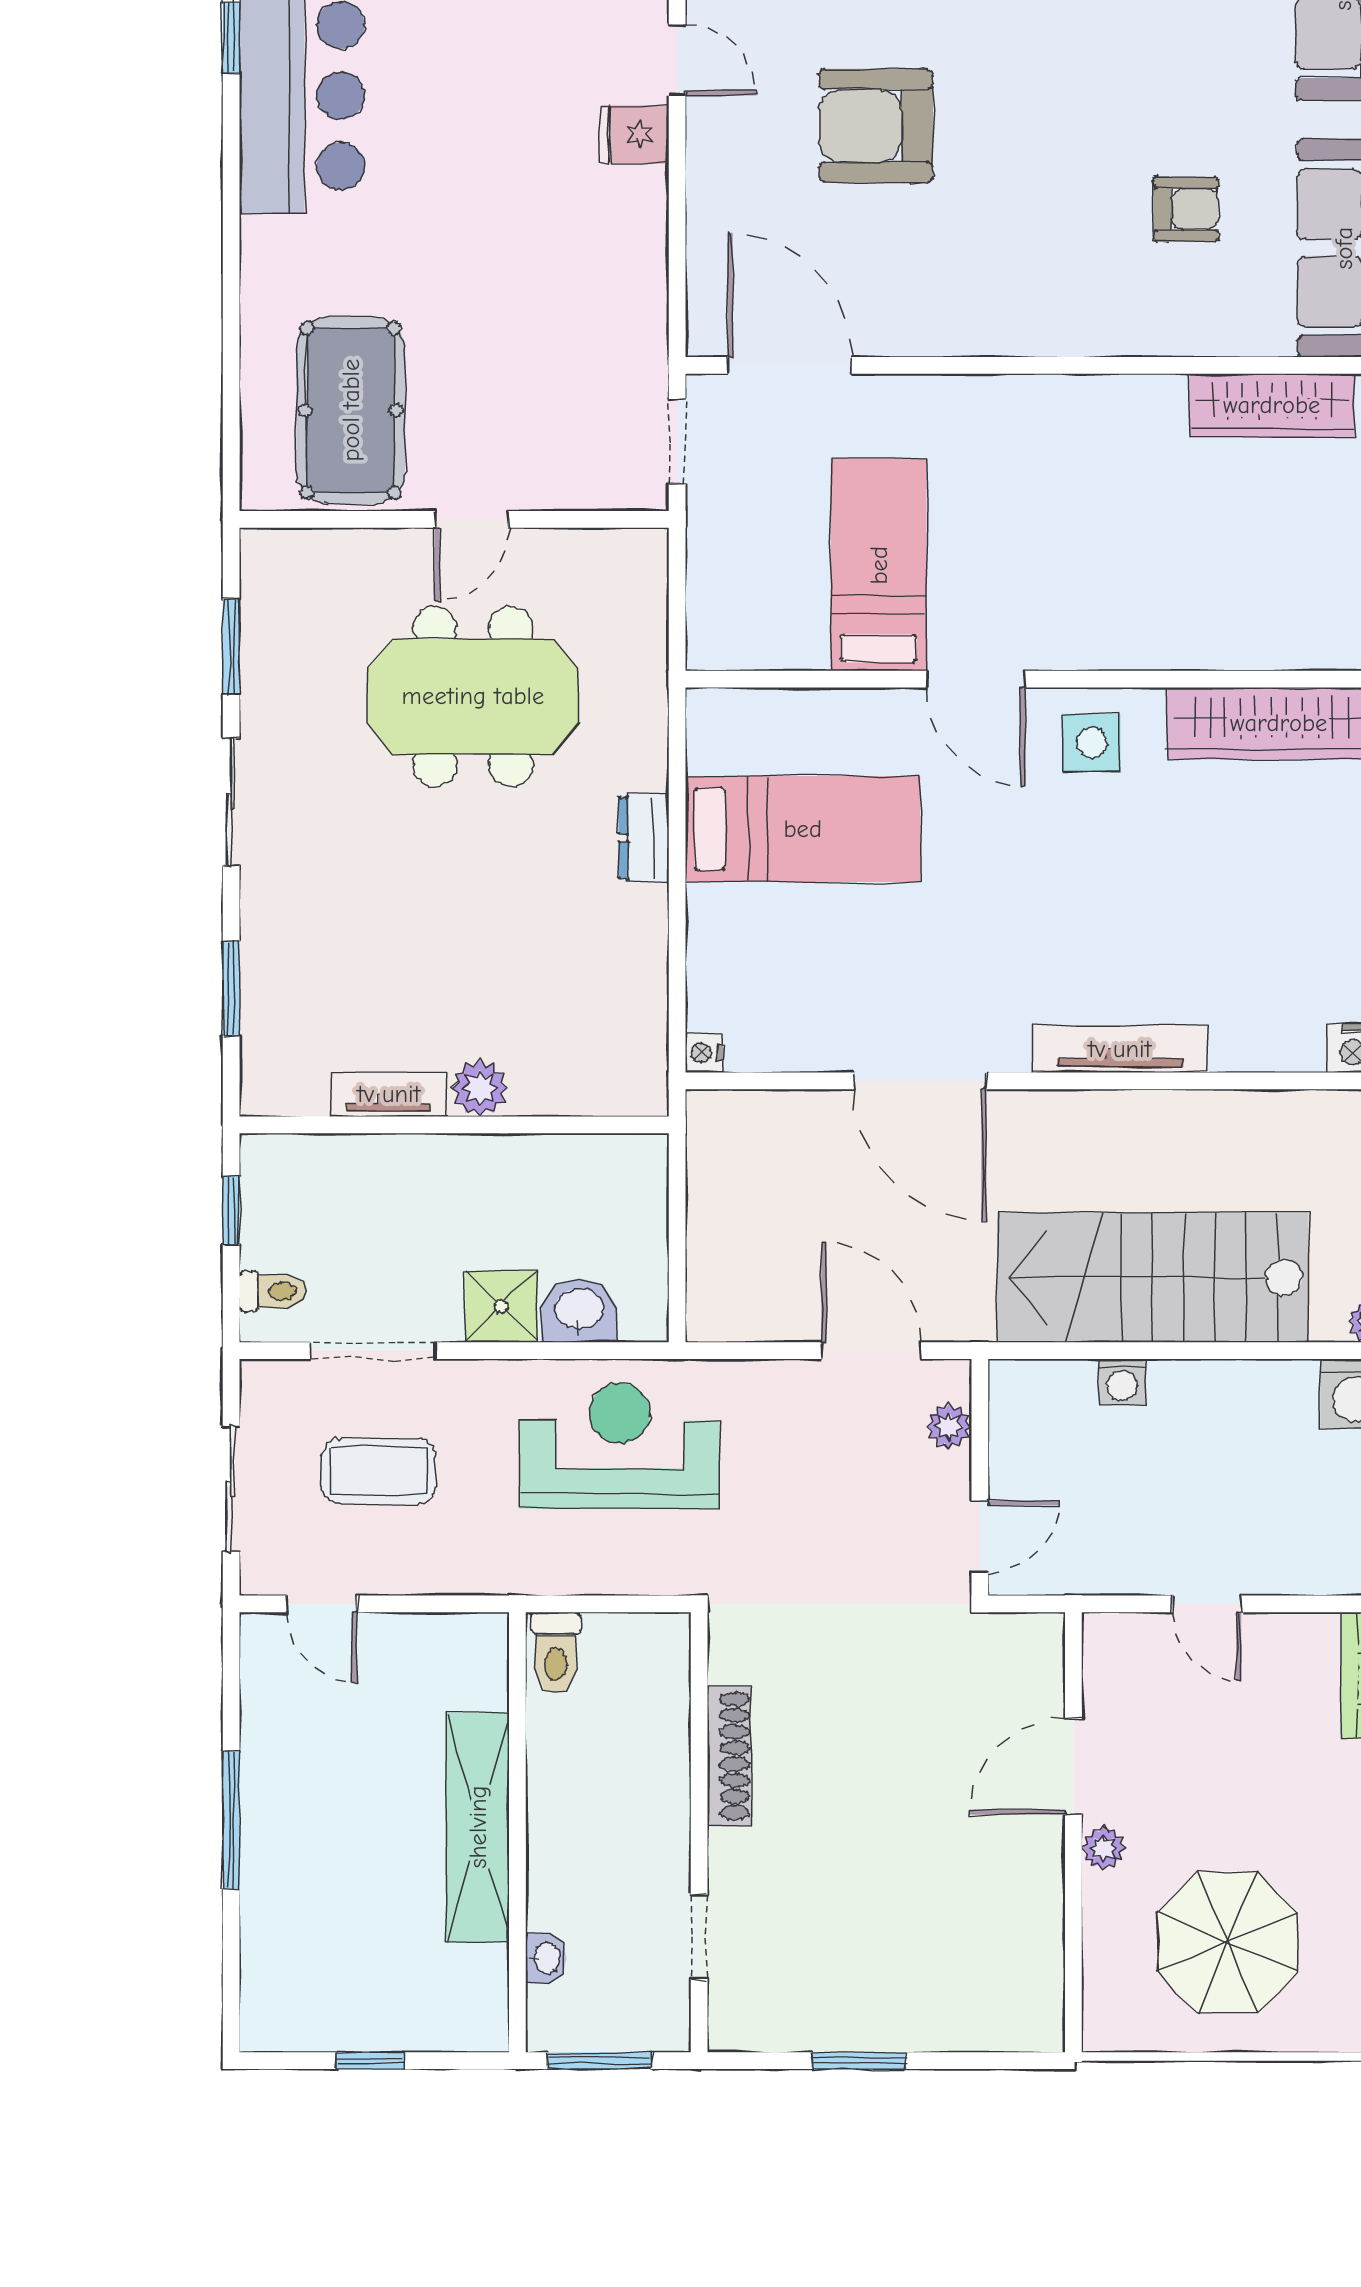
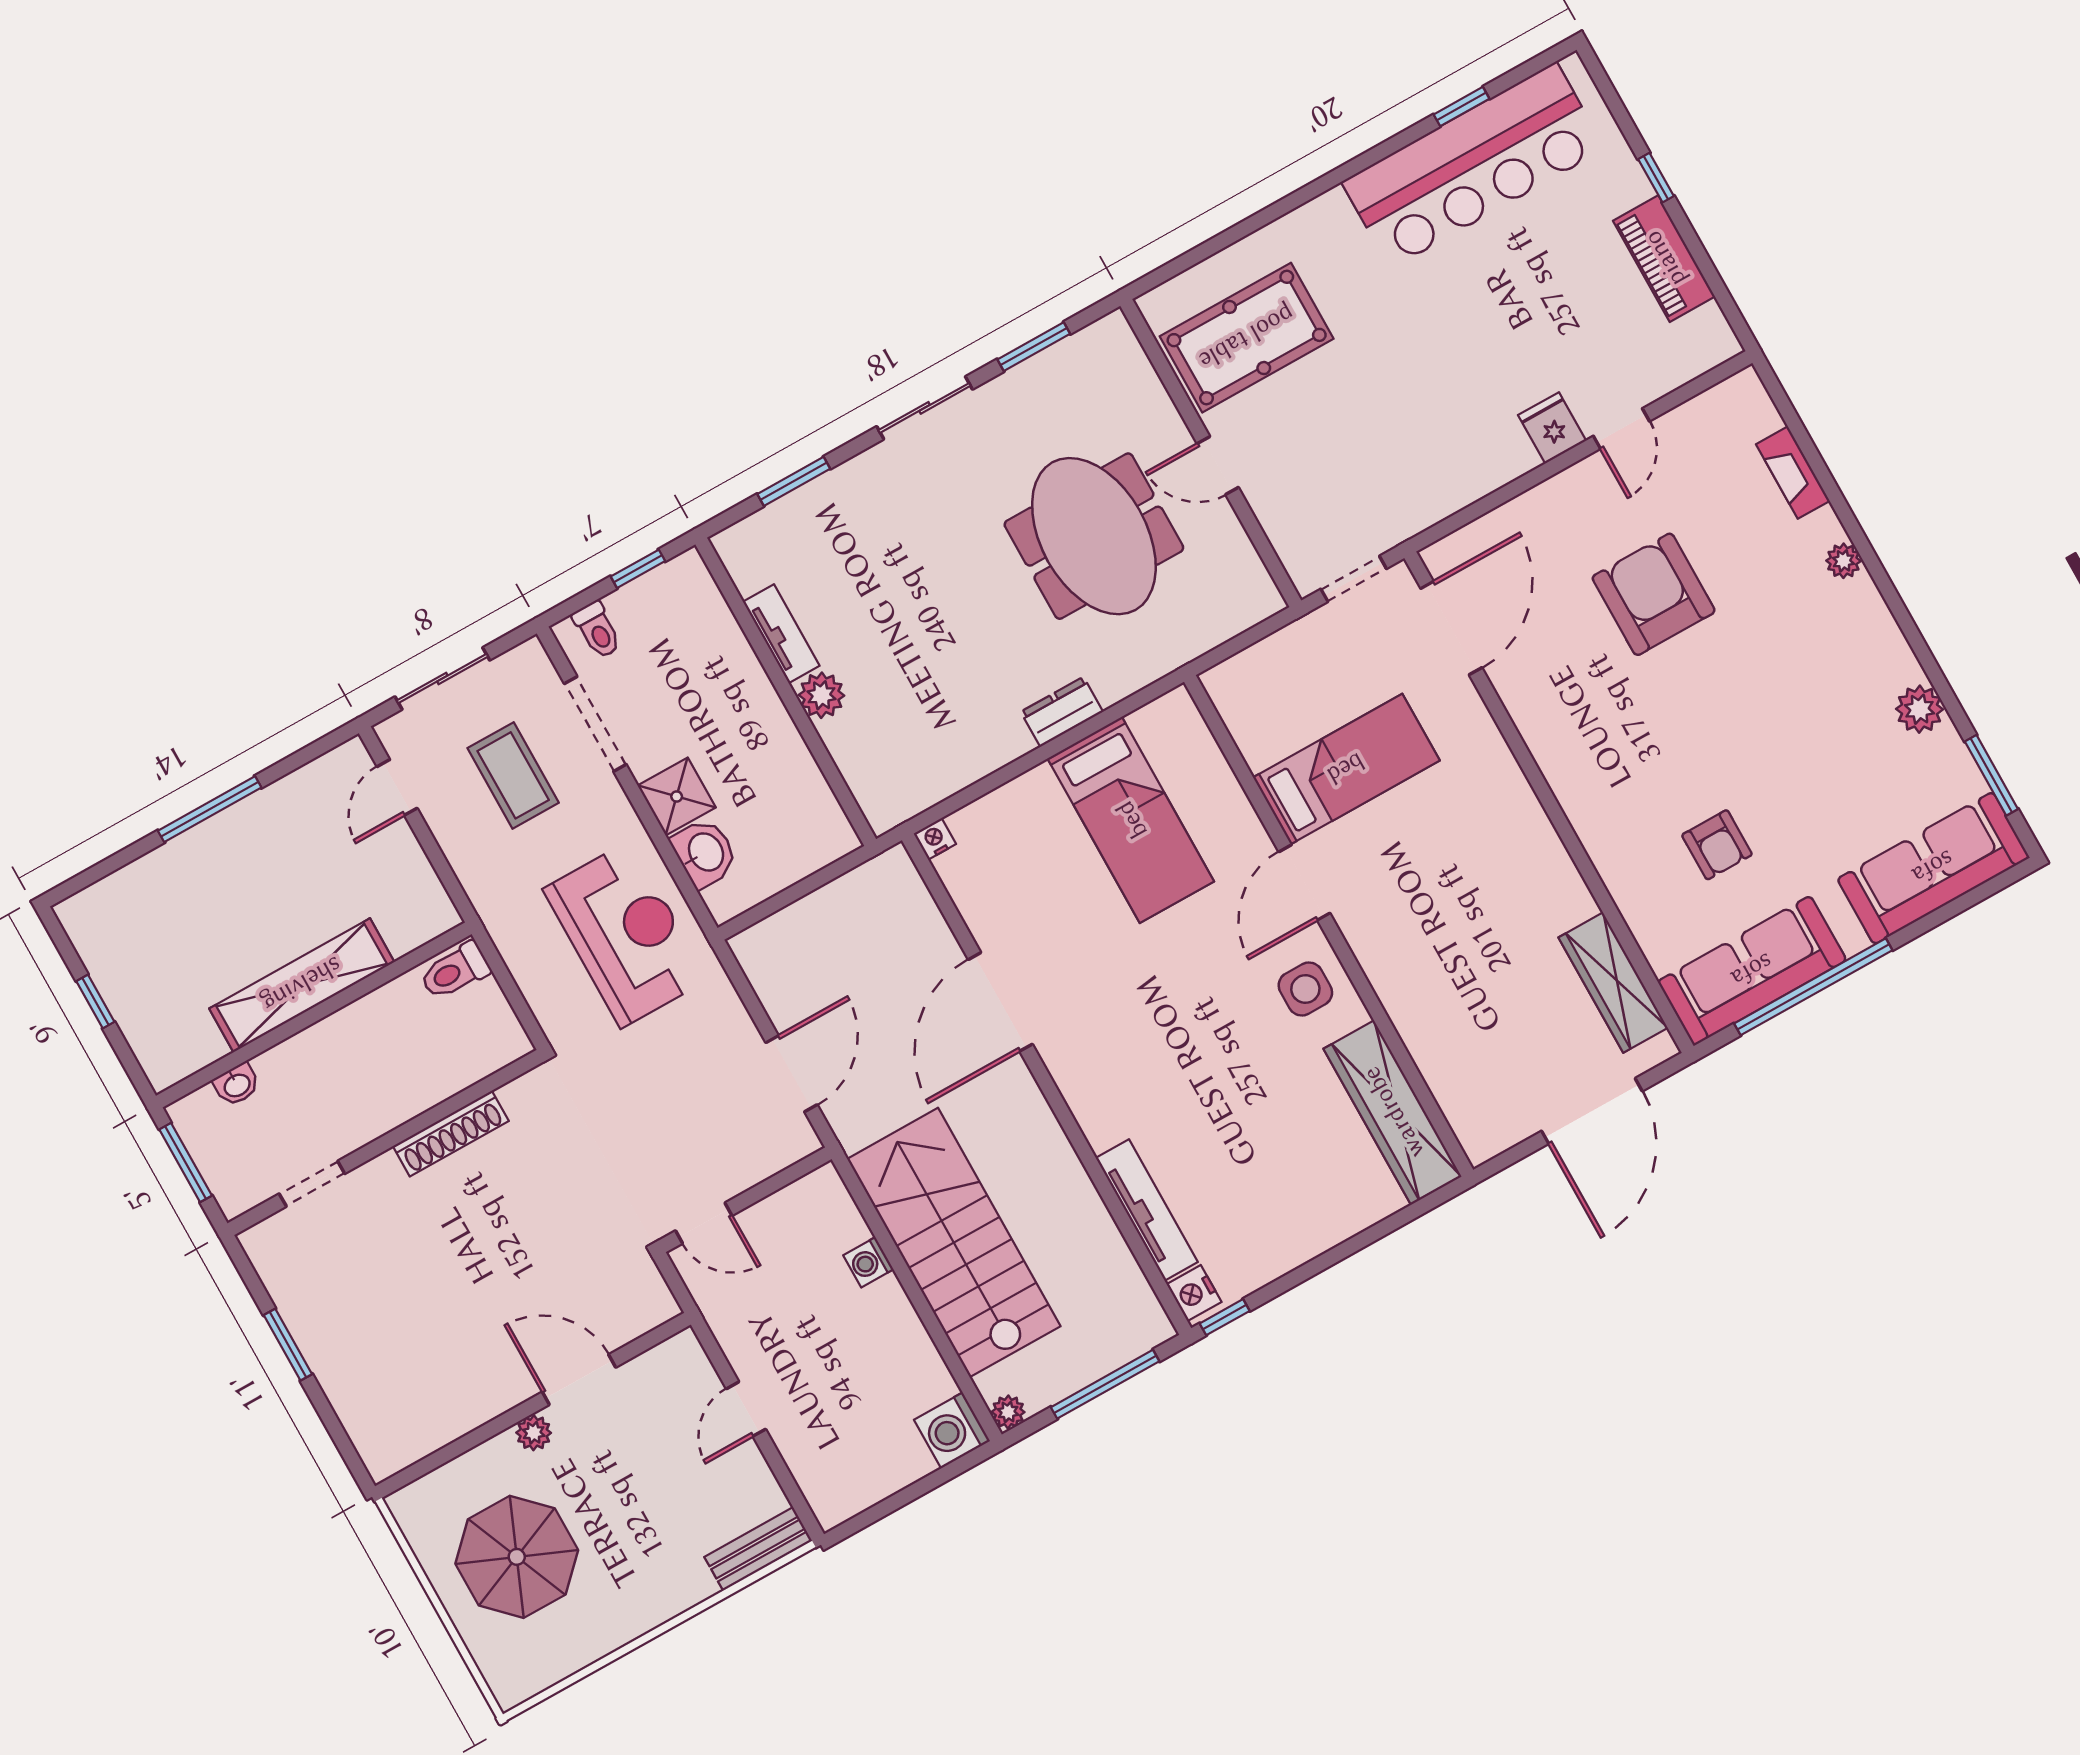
tv unit: (1120, 1049) -> (1147, 1210), moved
plant: (949, 1426) -> (769, 1158), removed

